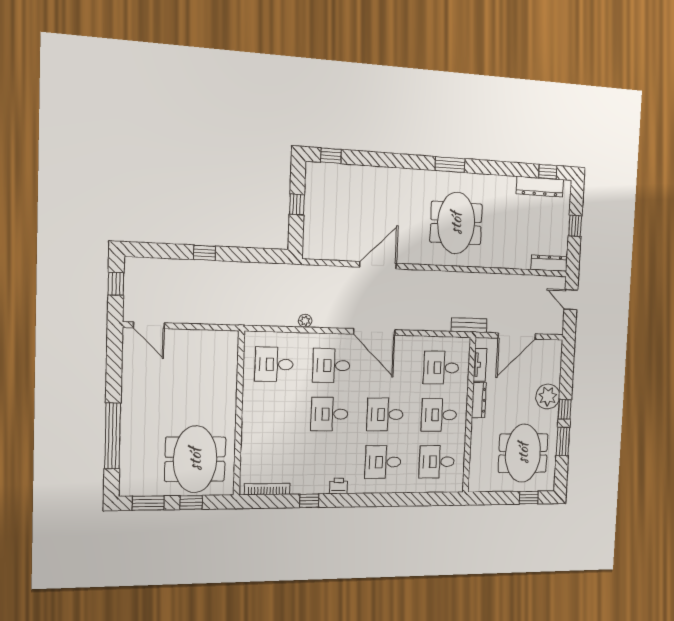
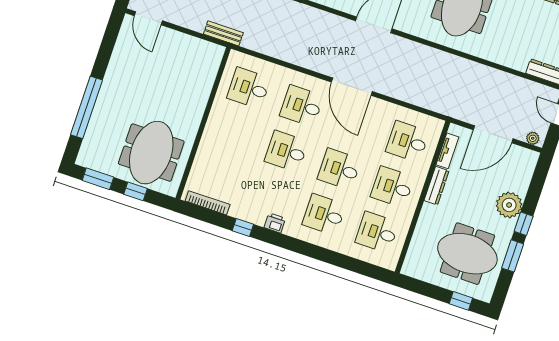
plant: (305, 321) -> (533, 138), moved
bench: (469, 325) -> (223, 33), moved
meeting table: (523, 453) -> (467, 254), turned 90

